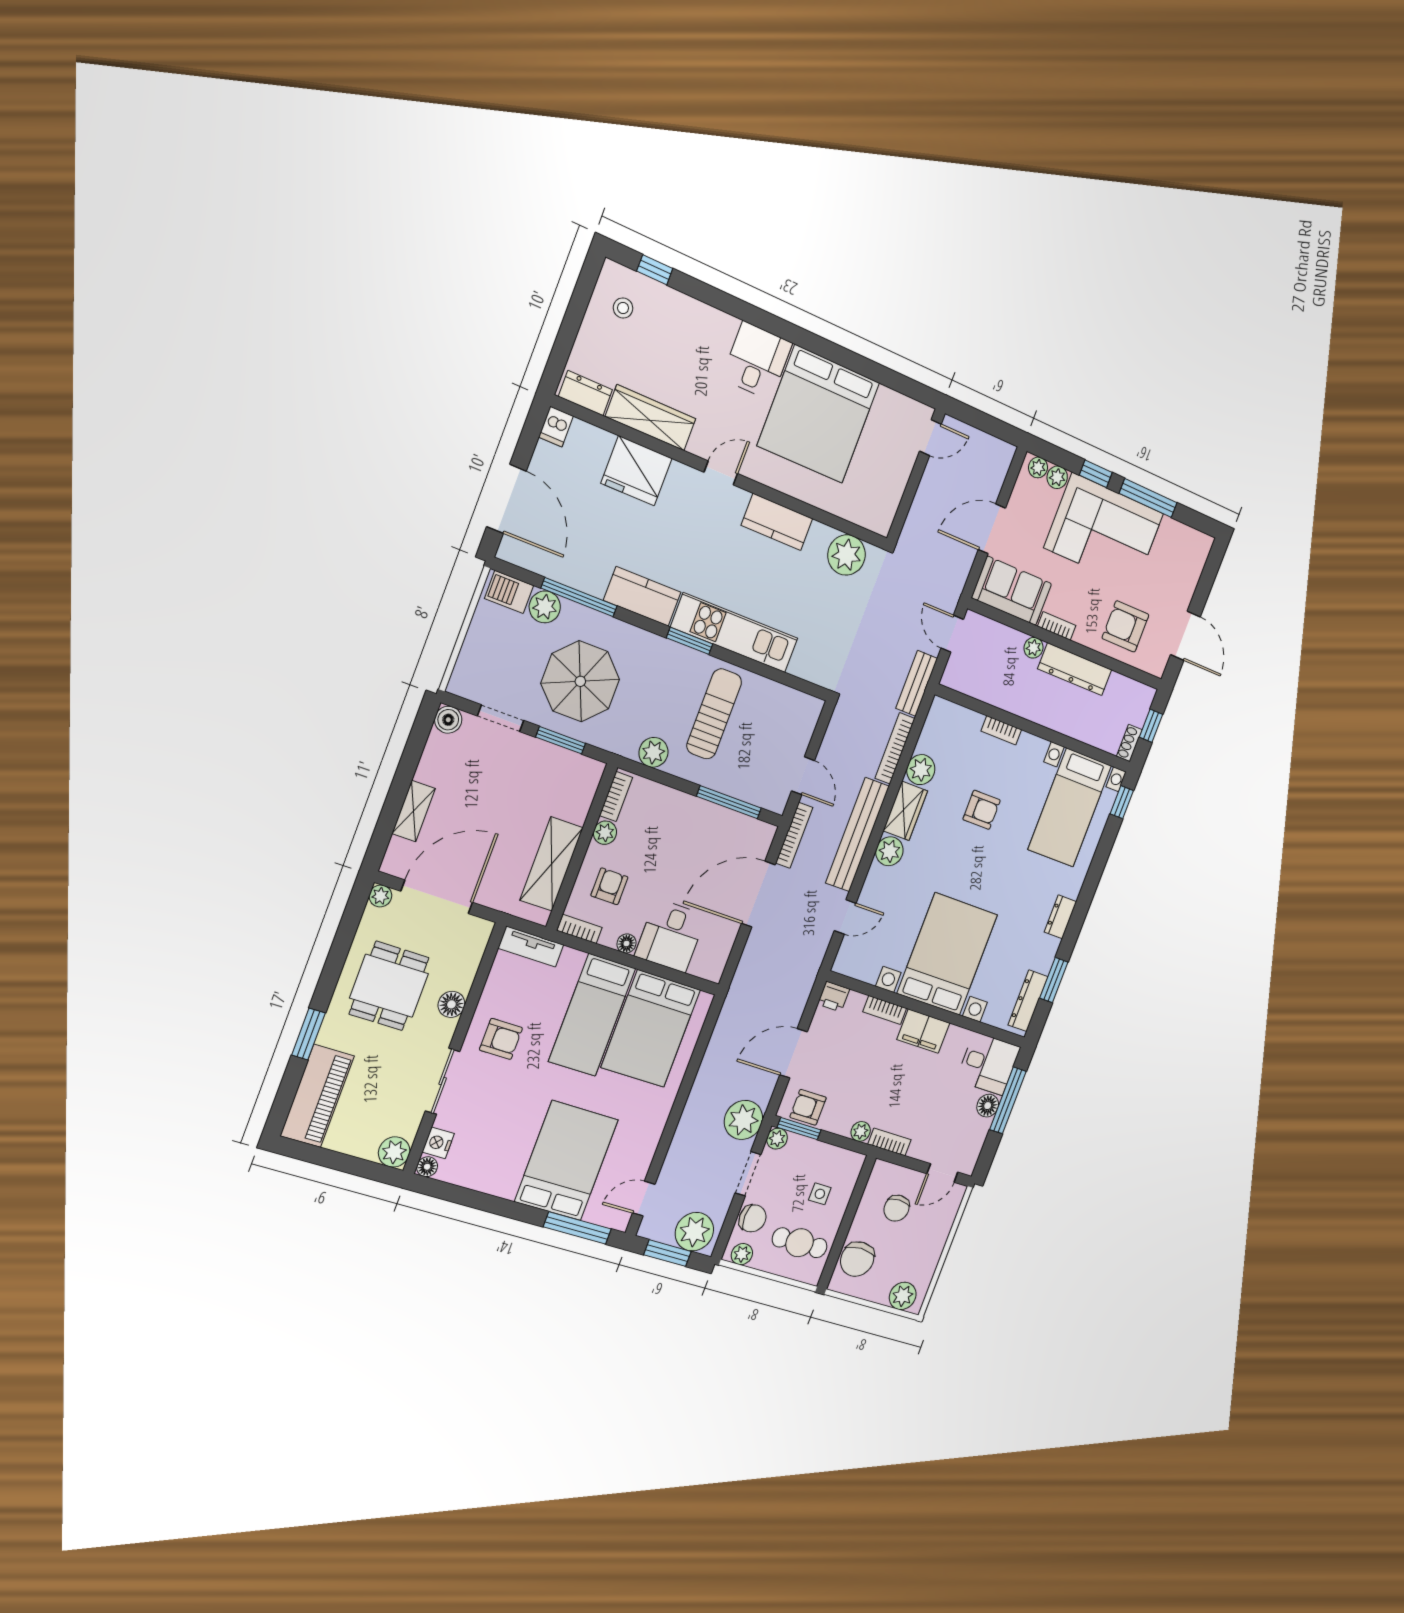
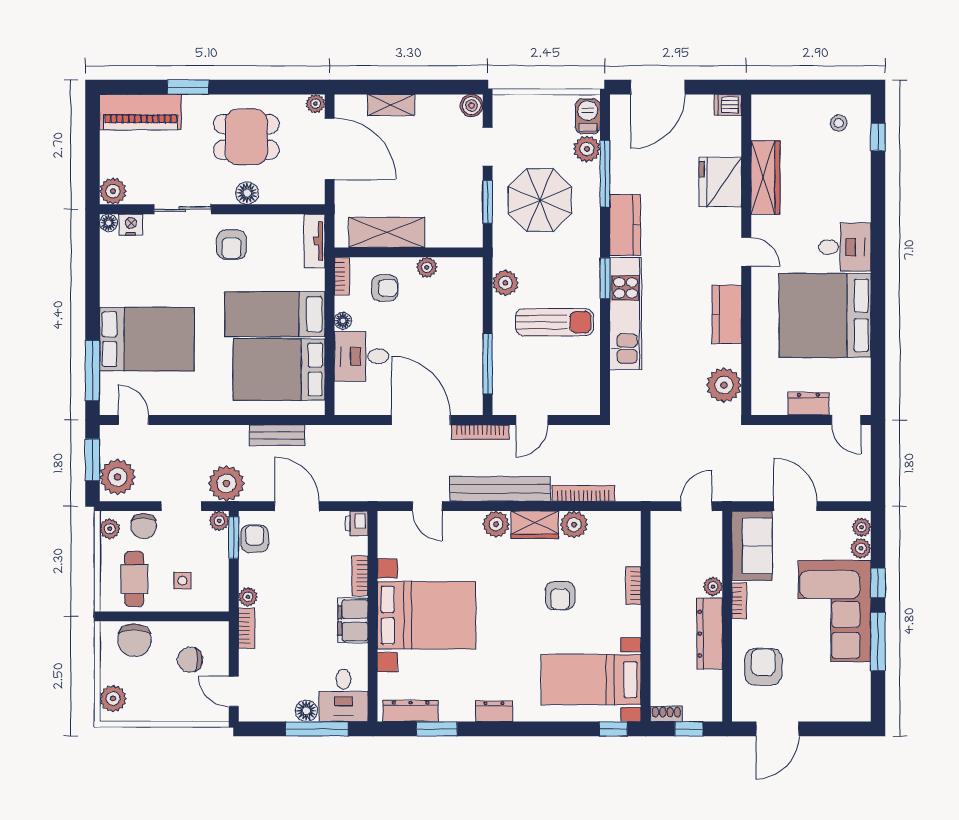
dresser: (585, 393) -> (808, 404), moved, turned -90
bench: (917, 683) -> (277, 435), moved
bookcase: (616, 796) -> (459, 265), removed
chair: (857, 1259) -> (134, 640), turned -90

